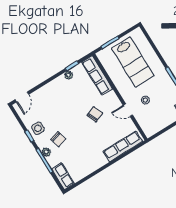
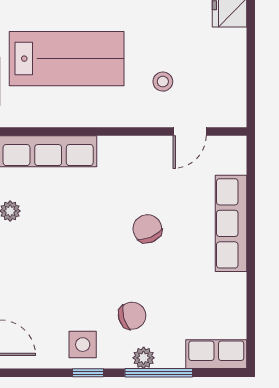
door: (128, 110) -> (190, 131), moved
chair: (95, 114) -> (147, 229), moved
row of seats: (123, 146) -> (231, 223), moved

